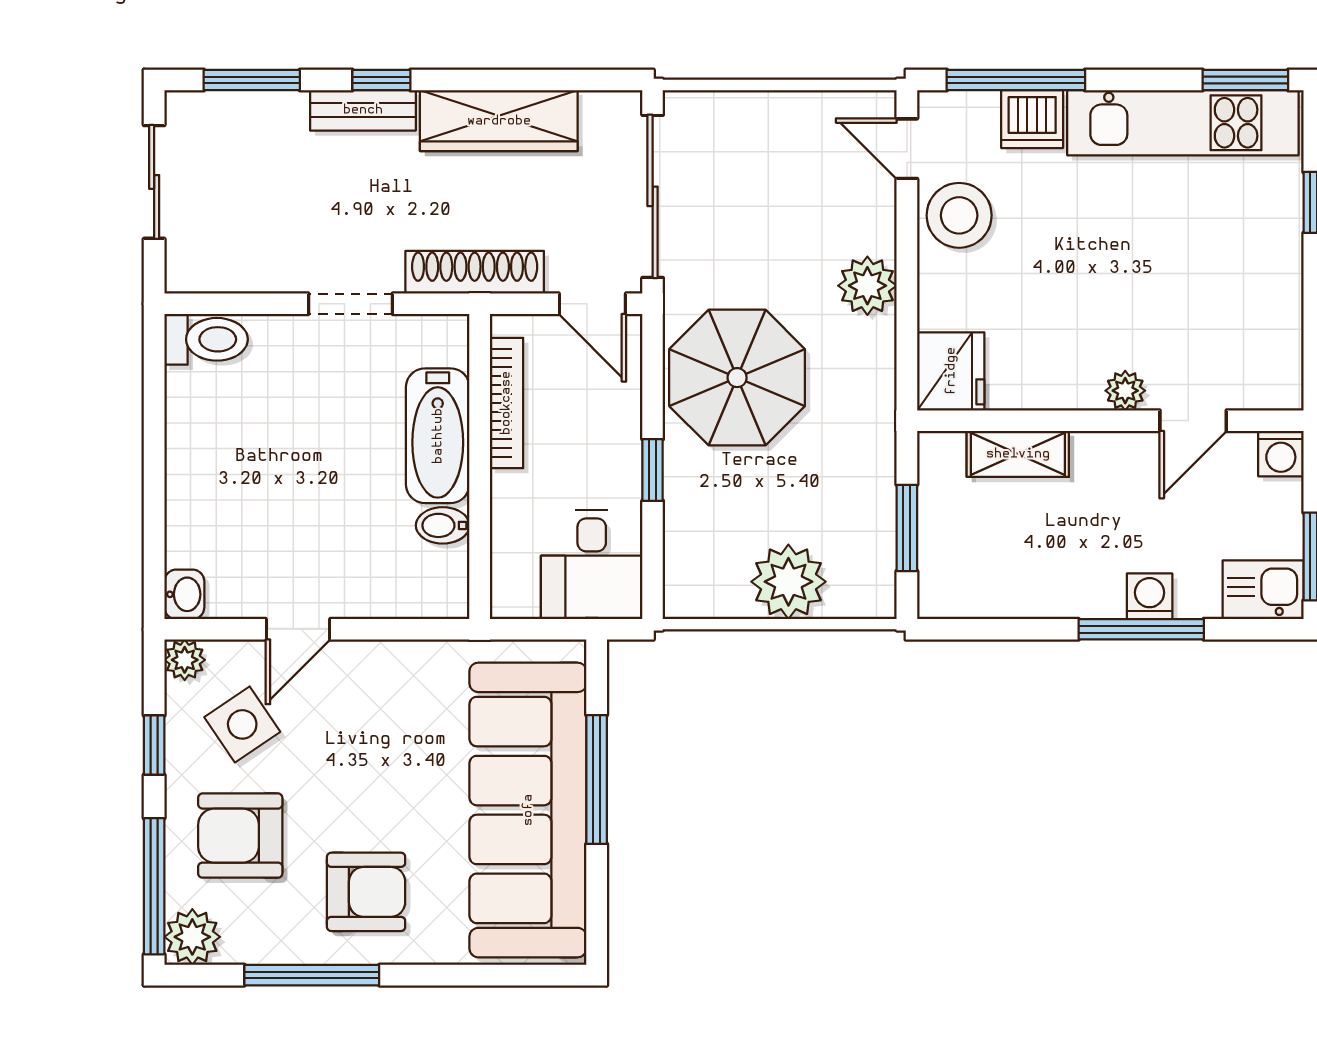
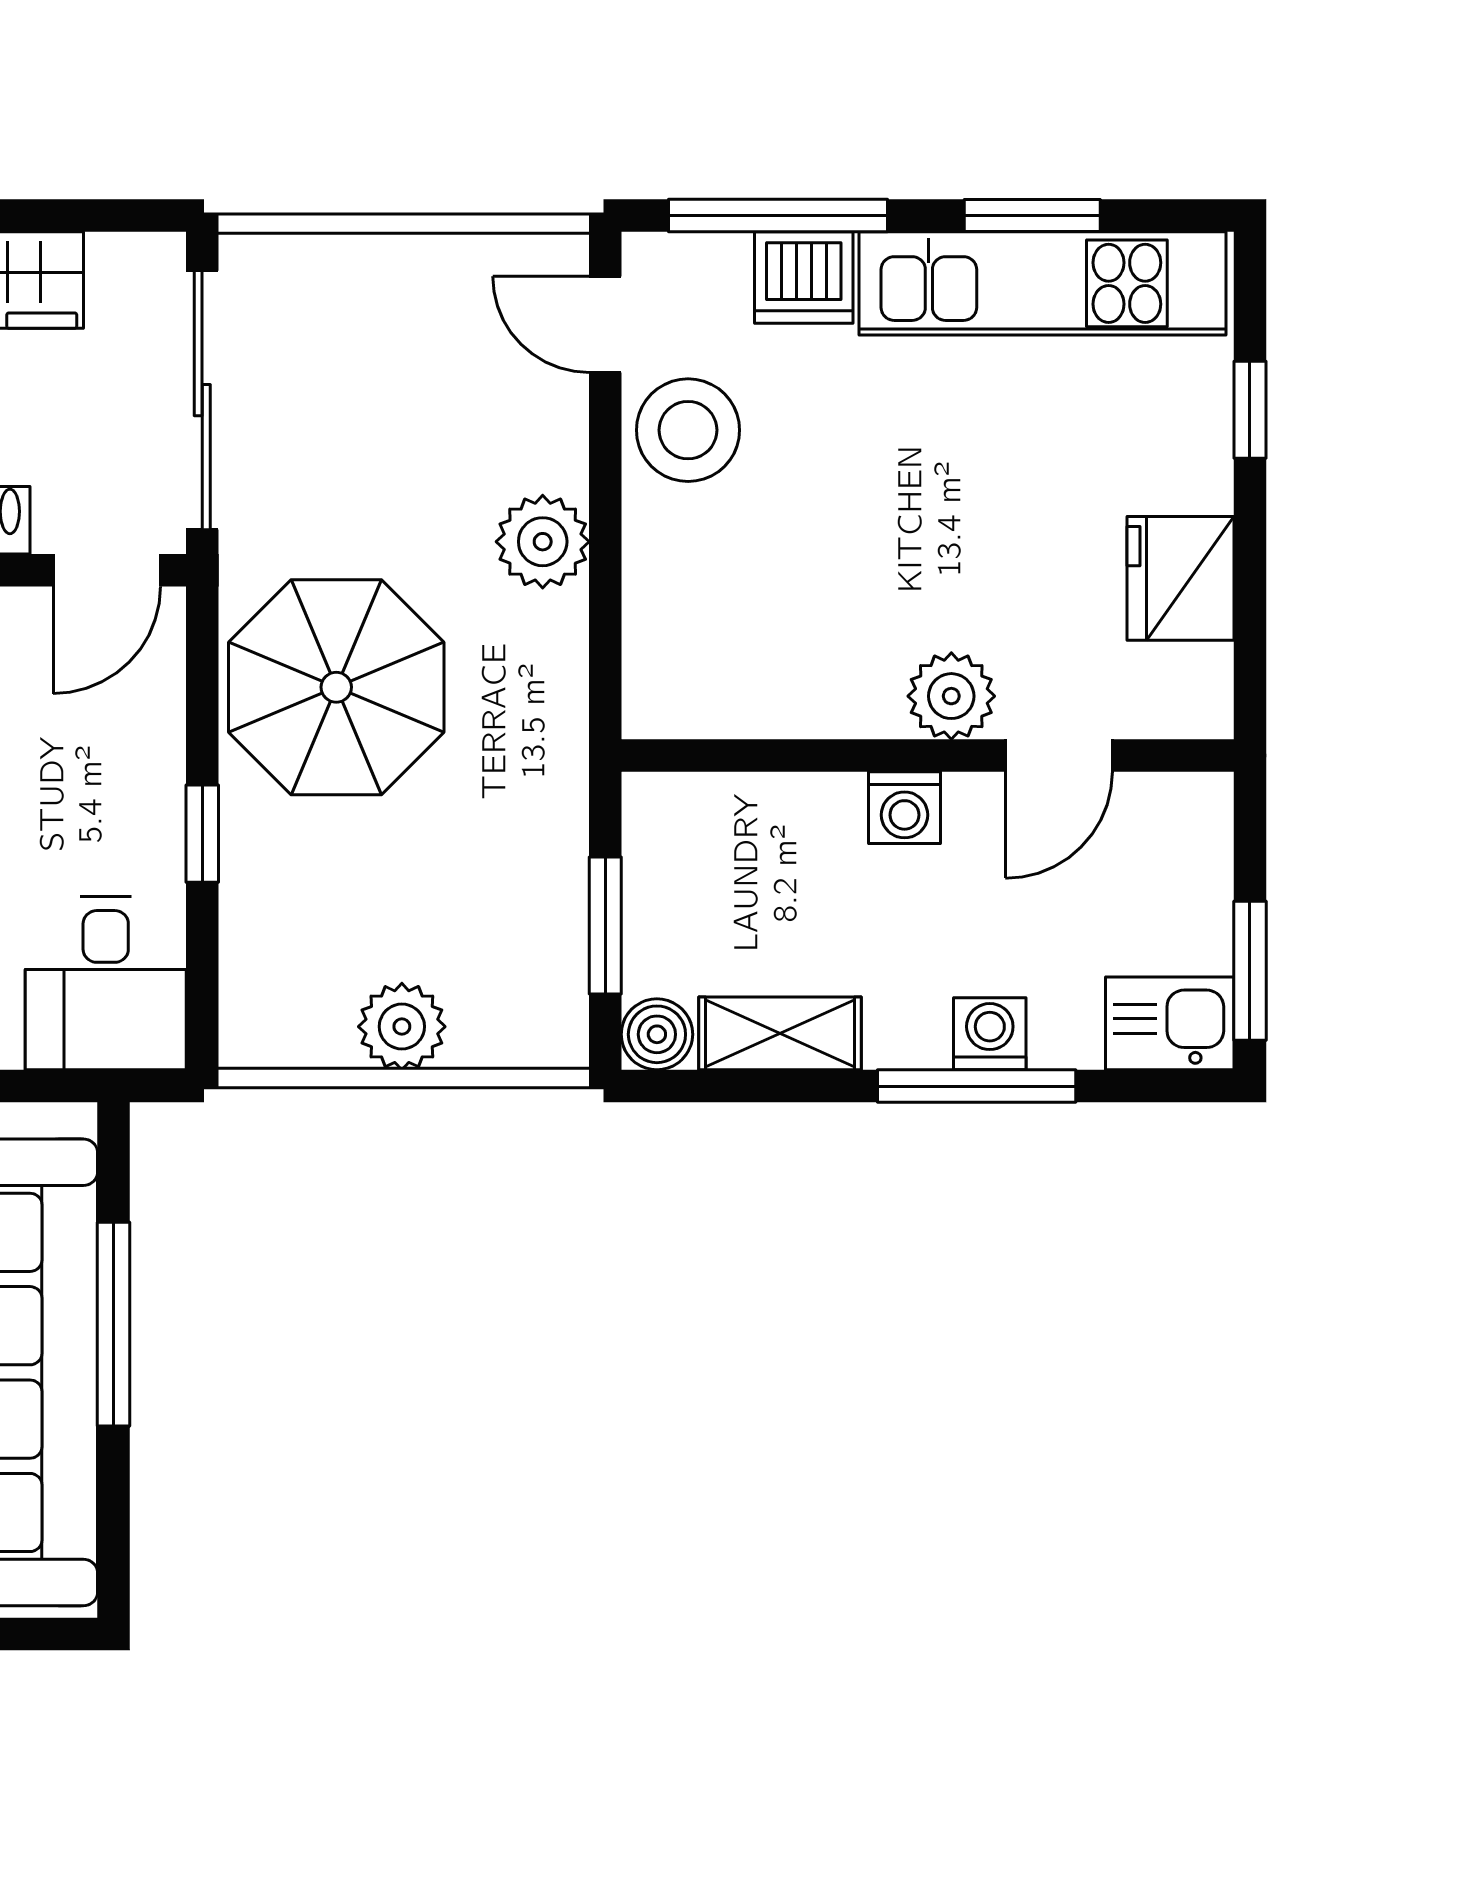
window: (1245, 80) -> (1032, 216), moved
door: (592, 304) -> (107, 570), hinge flipped
fridge: (951, 371) -> (1180, 578), moved, turned 180
plant: (1125, 391) -> (951, 696), width x1.38, depth x1.38
shelving: (1018, 454) -> (780, 1033), moved
washing machine: (1281, 454) -> (904, 808), moved
plant: (788, 582) -> (402, 1027), width x0.73, depth x0.73
boiler: (939, 597) -> (657, 1034), added

